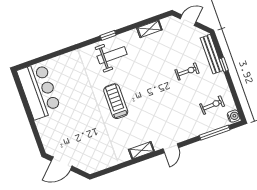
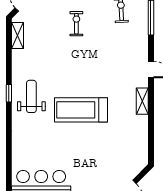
shelving: (149, 29) -> (18, 36), moved
treadmill: (116, 101) -> (81, 110), width x1.37, depth x1.38

